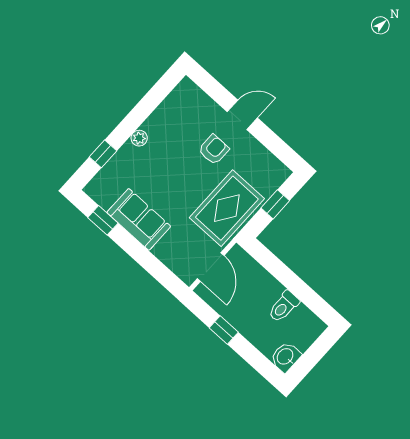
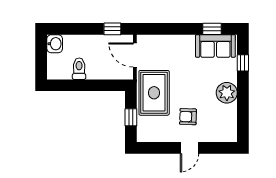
plant: (139, 138) -> (227, 93), width x1.87, depth x1.87
armchair: (214, 150) -> (188, 117), turned 92
sofa: (139, 219) -> (215, 46), moved
window: (224, 330) -> (112, 29), moved

